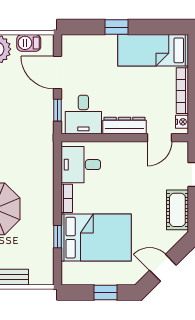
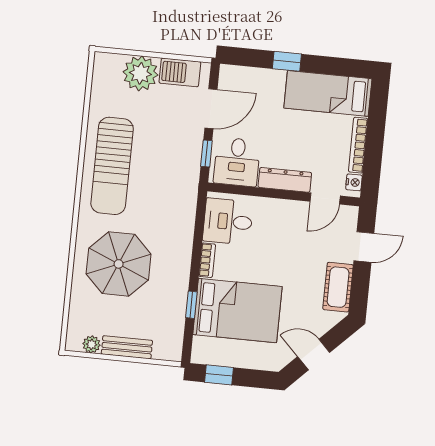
barbecue: (29, 43) -> (180, 72), width x1.38, depth x1.27
door: (57, 73) -> (211, 109), swing flipped
window: (105, 292) -> (219, 375), moved

